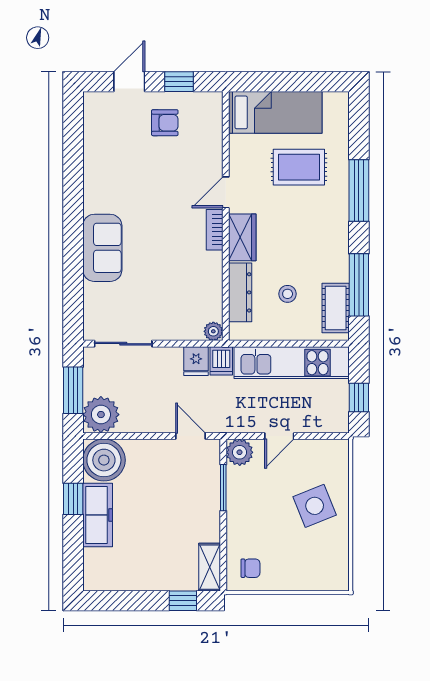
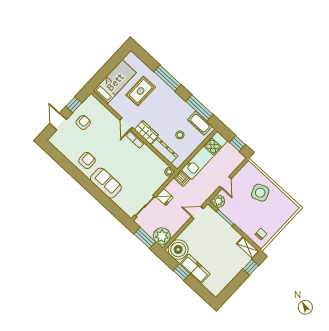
armchair: (110, 185) -> (87, 160), added
fridge: (196, 361) -> (165, 197), moved

